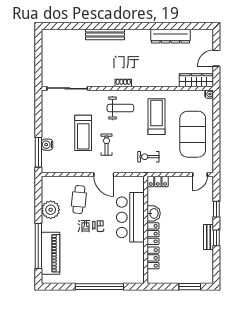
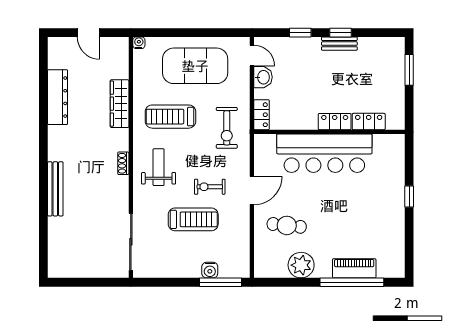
wardrobe: (196, 80) -> (120, 104), moved
exercise bike: (148, 157) -> (227, 128), width x1.38, depth x1.39
washbasin: (154, 213) -> (263, 77), moved, turned 90
bar counter: (130, 217) -> (324, 153), width x1.36
piano: (51, 253) -> (354, 268), width x0.73, depth x0.75
window: (99, 287) -> (409, 197), width x0.32

